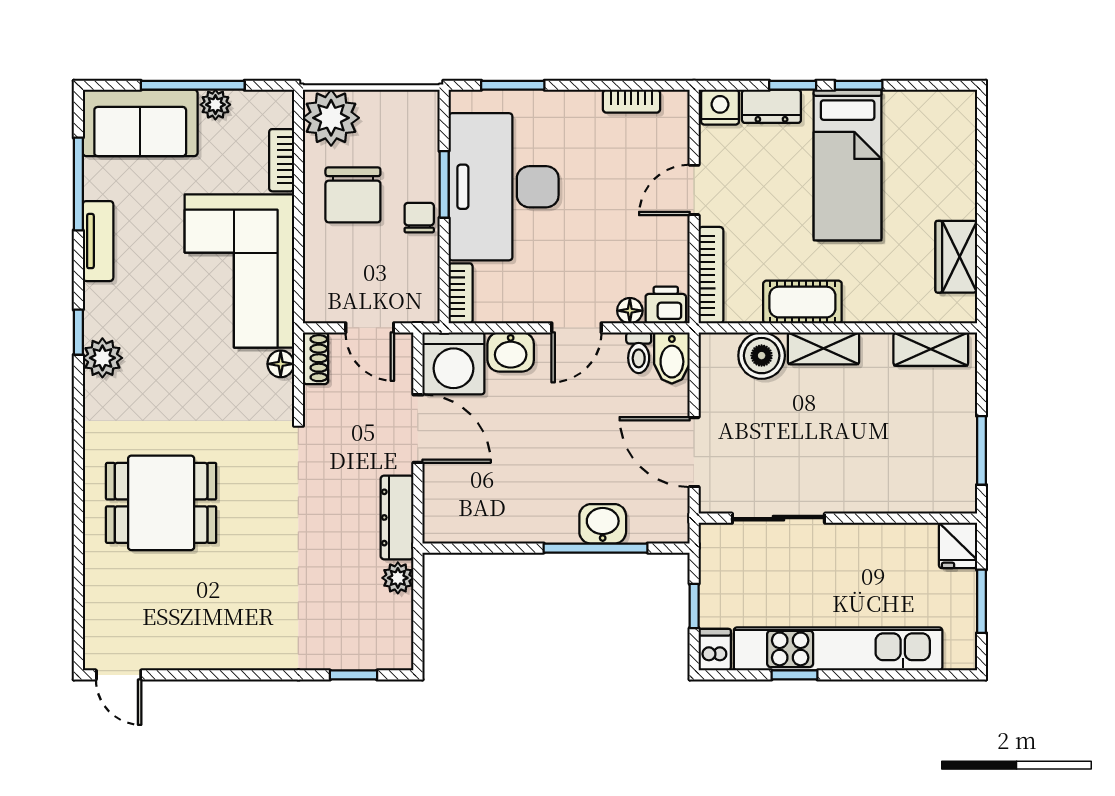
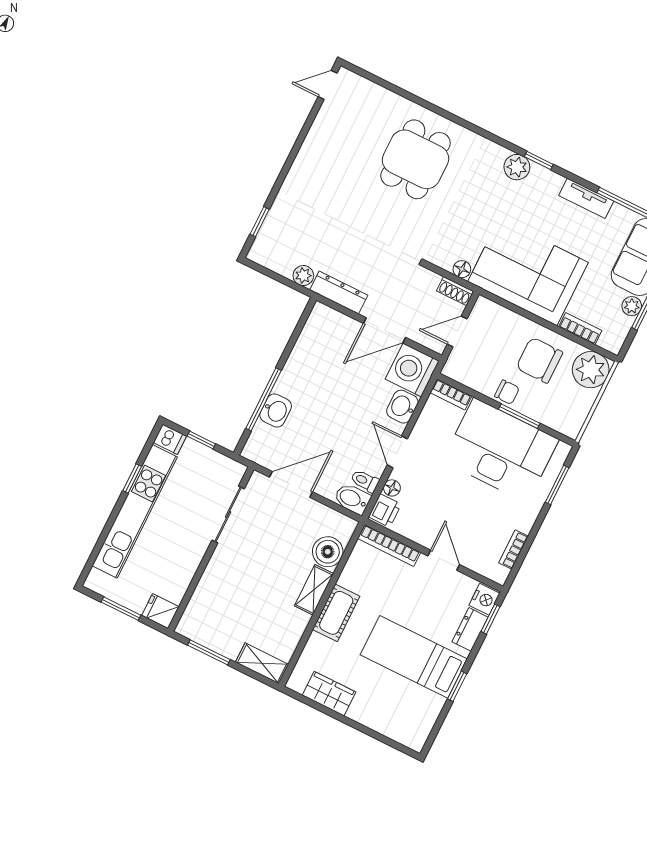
window: (793, 85) -> (490, 619), moved
cot: (802, 302) -> (336, 613), moved
shelving: (931, 349) -> (262, 663), moved, turned 90

